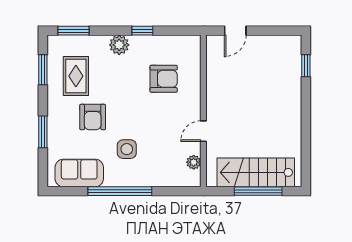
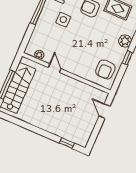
armchair: (164, 79) -> (105, 70), moved

